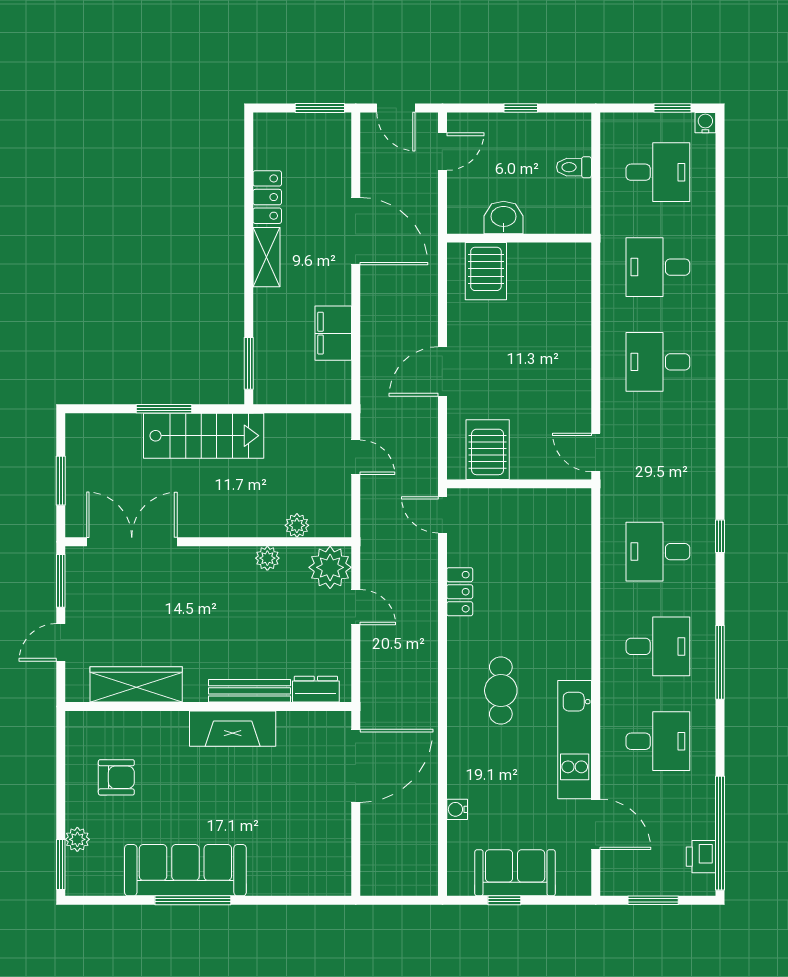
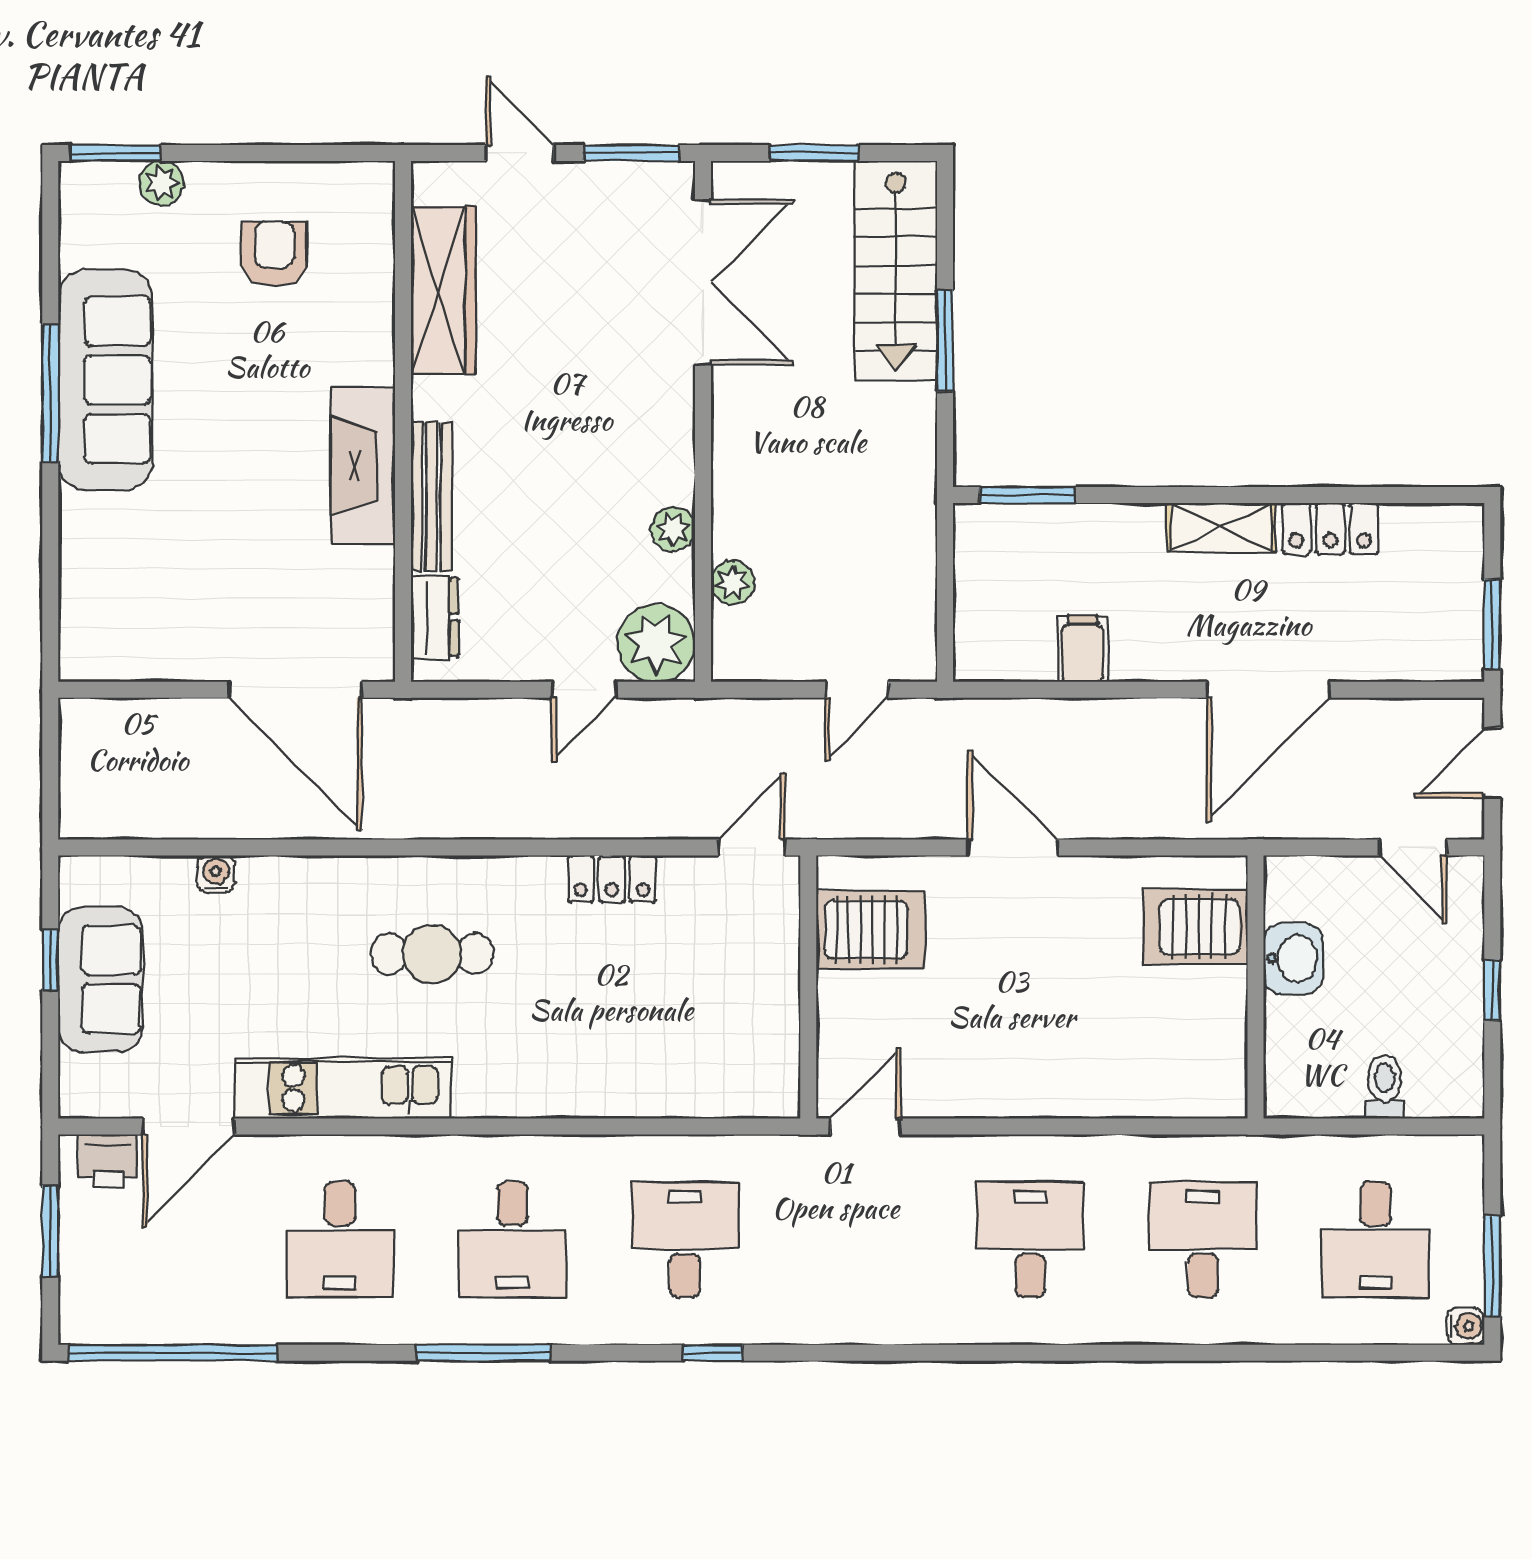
window: (672, 108) -> (1492, 1266), width x1.50
filing cabinet: (333, 333) -> (1083, 649), width x0.50
stairs: (204, 436) -> (896, 270), moved
armchair: (116, 777) -> (274, 254), turned 180
printer: (701, 857) -> (108, 1161), moved, turned 180

